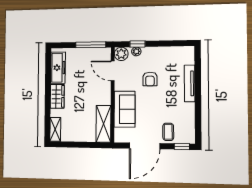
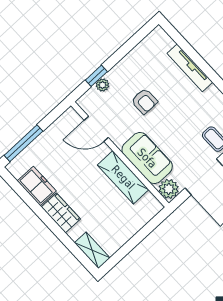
window: (91, 45) -> (23, 143), moved
plant: (121, 54) -> (169, 189), moved
freezer: (58, 68) -> (37, 186), width x0.71
shelving: (103, 124) -> (123, 177), moved

